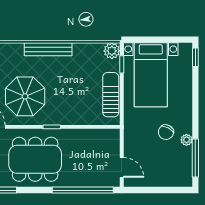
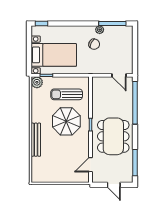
bench: (48, 49) -> (36, 140), moved
sun lounger: (111, 95) -> (67, 94), moved
parasol: (25, 96) -> (66, 121), moved
door: (122, 167) -> (119, 75), swing flipped

